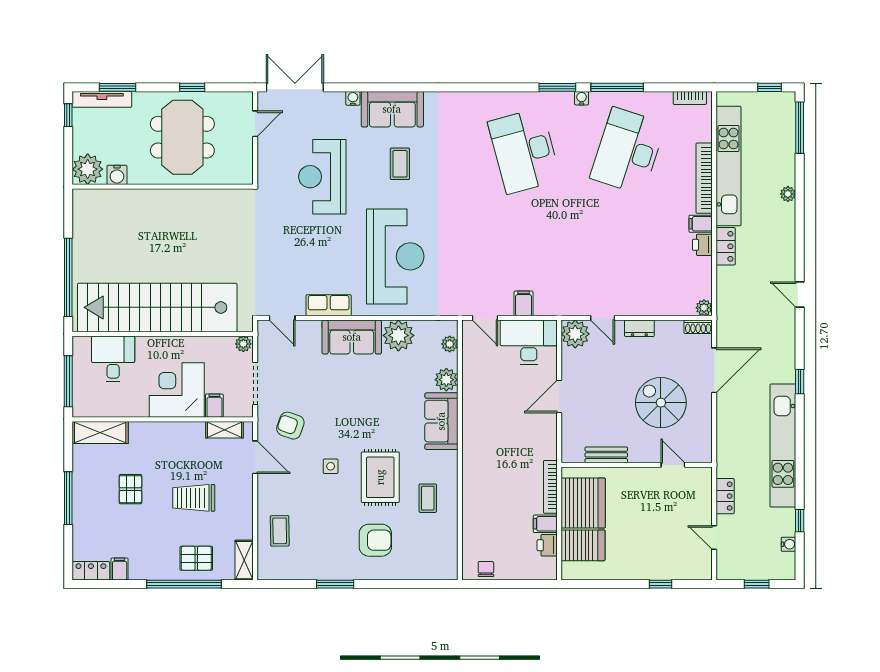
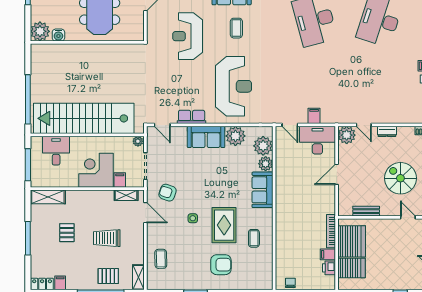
plant: (450, 344) -> (263, 146), width x1.88, depth x1.88

